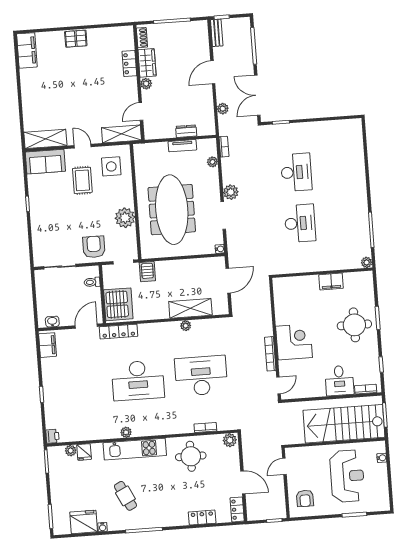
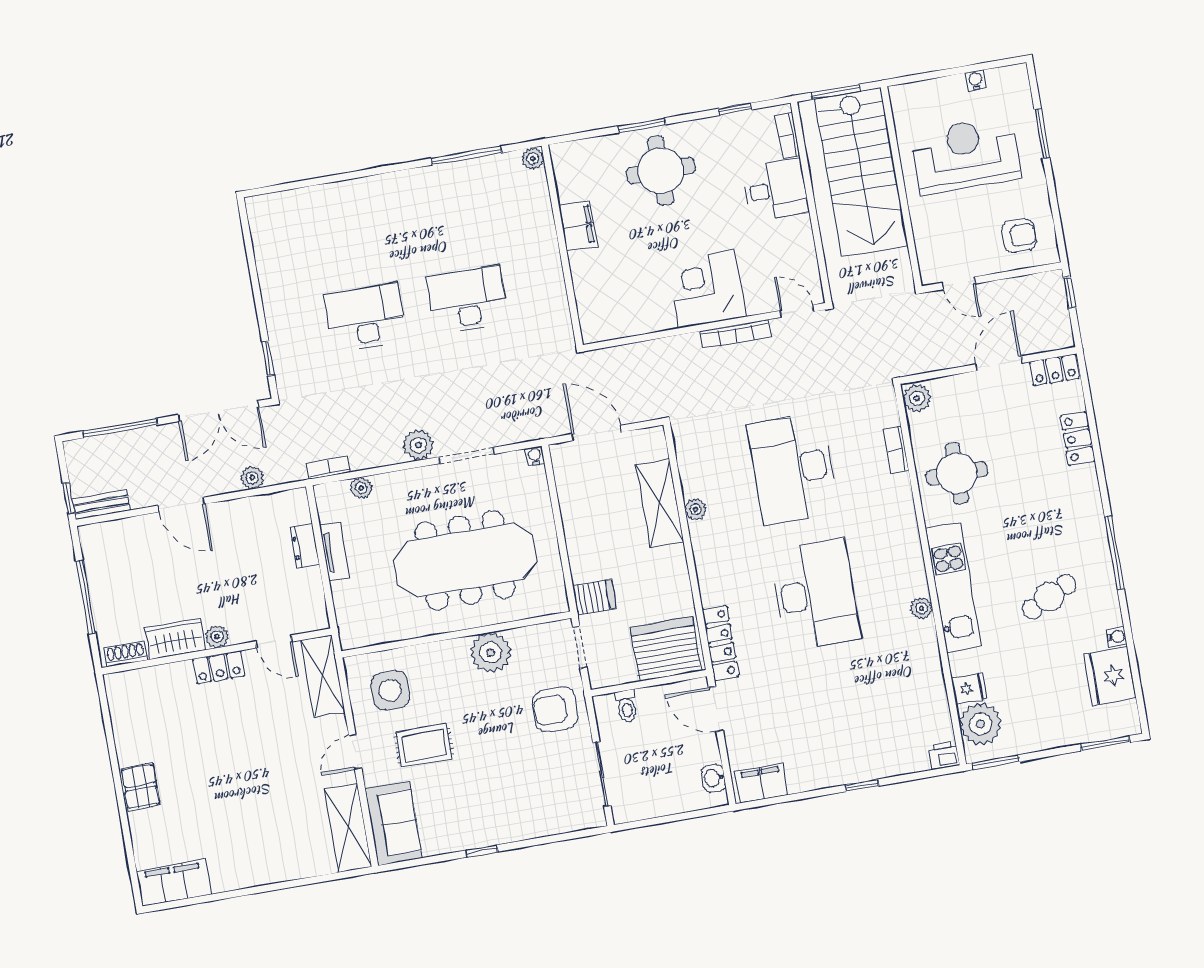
locker: (129, 64) -> (219, 667), moved
plant: (71, 451) -> (980, 724), width x1.88, depth x1.88
water cooler: (382, 458) -> (976, 80), moved

